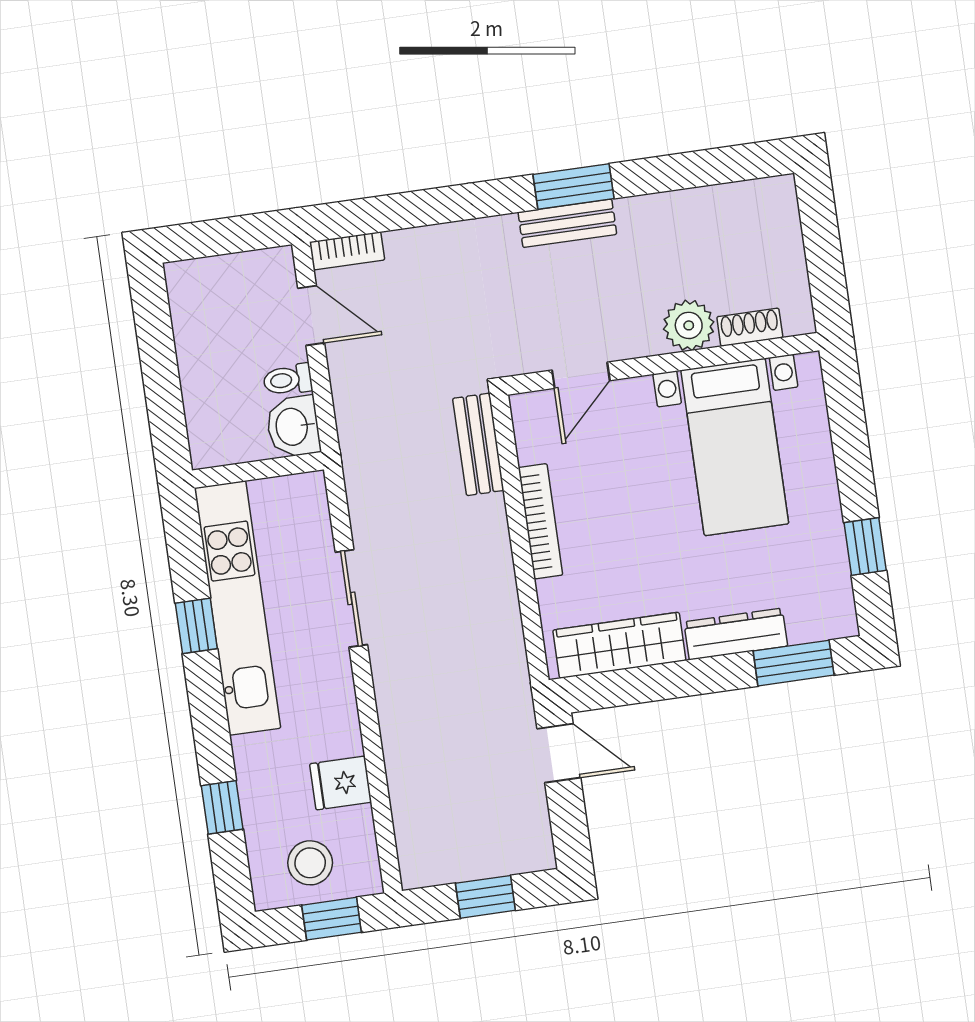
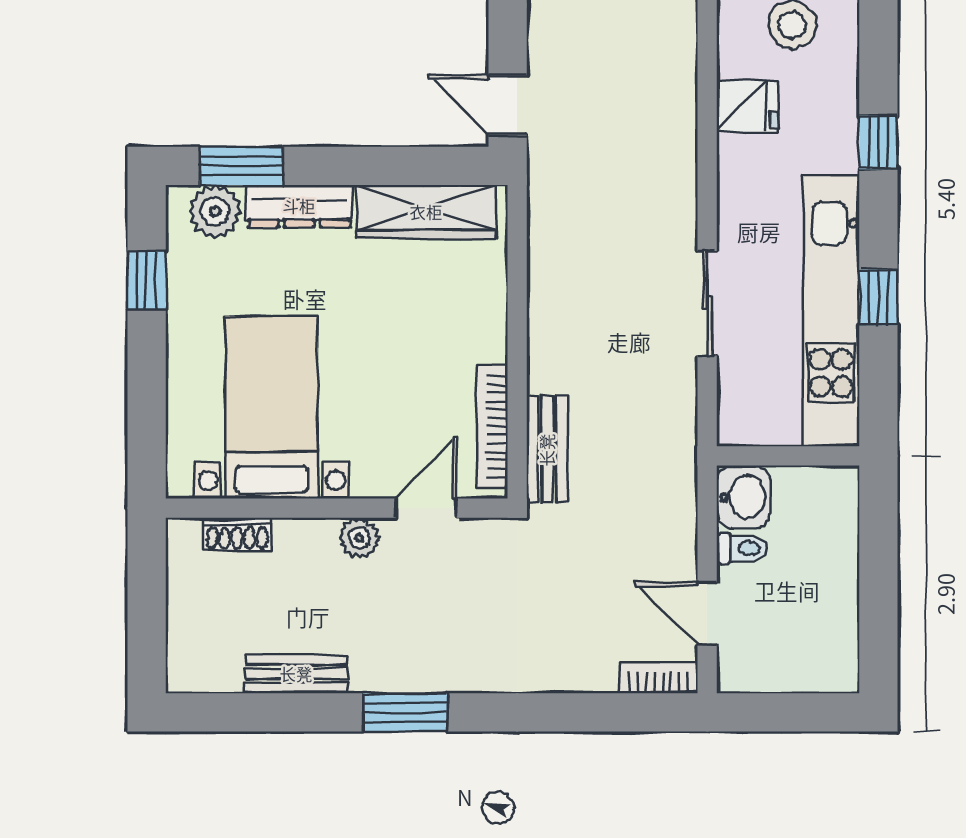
bench: (567, 223) -> (296, 674), moved
plant: (689, 325) -> (359, 538), moved, width x0.73, depth x0.73
bookcase: (540, 521) -> (492, 427), moved
plant: (812, 618) -> (215, 212), added
window: (222, 807) -> (878, 142), moved

